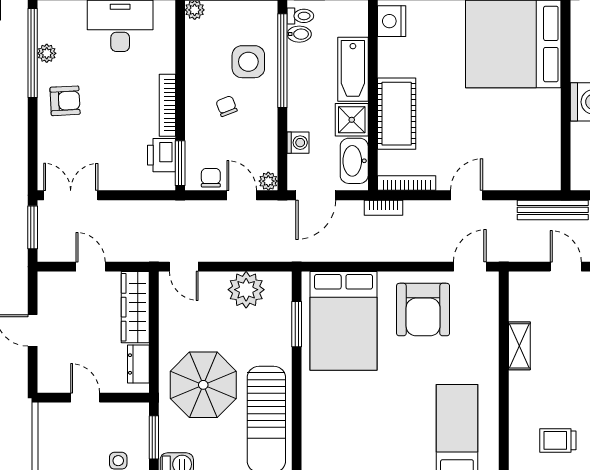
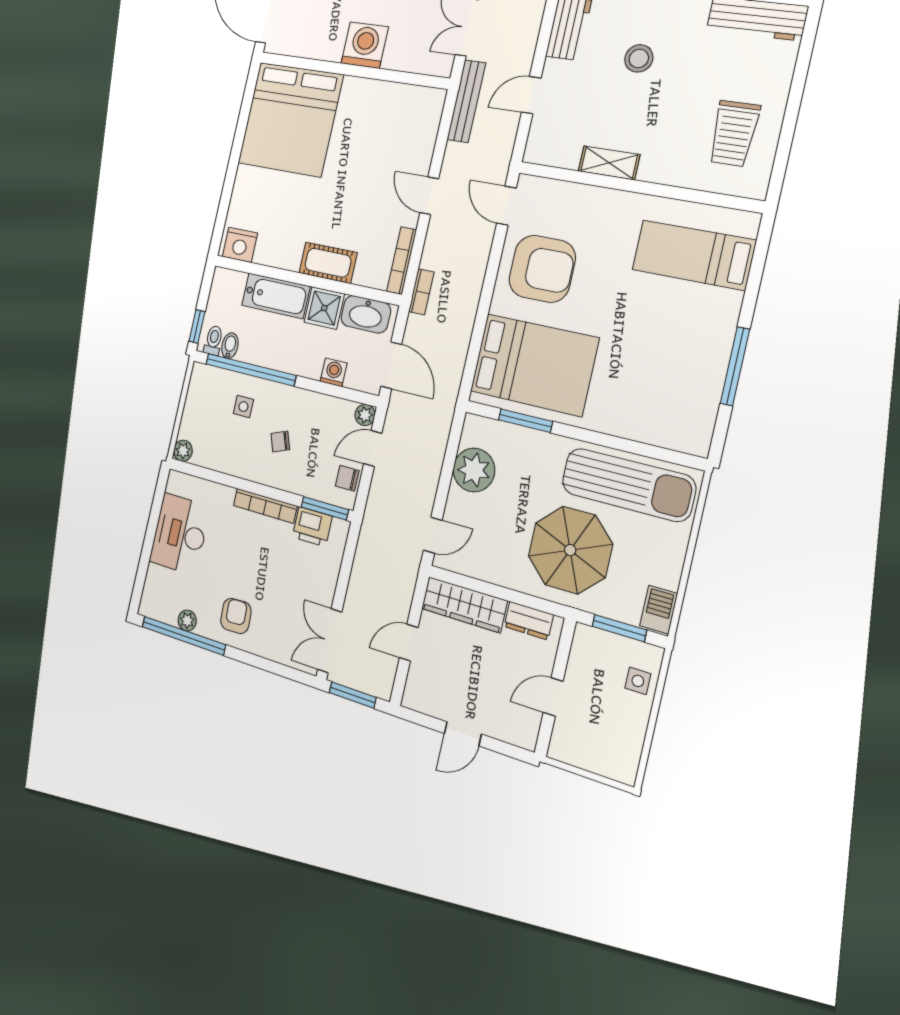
side table: (248, 62) -> (243, 407), width x0.54, depth x0.54
cot: (397, 114) -> (328, 263), width x0.73, depth x0.75
trolley: (558, 440) -> (734, 133), width x1.36, depth x1.39

